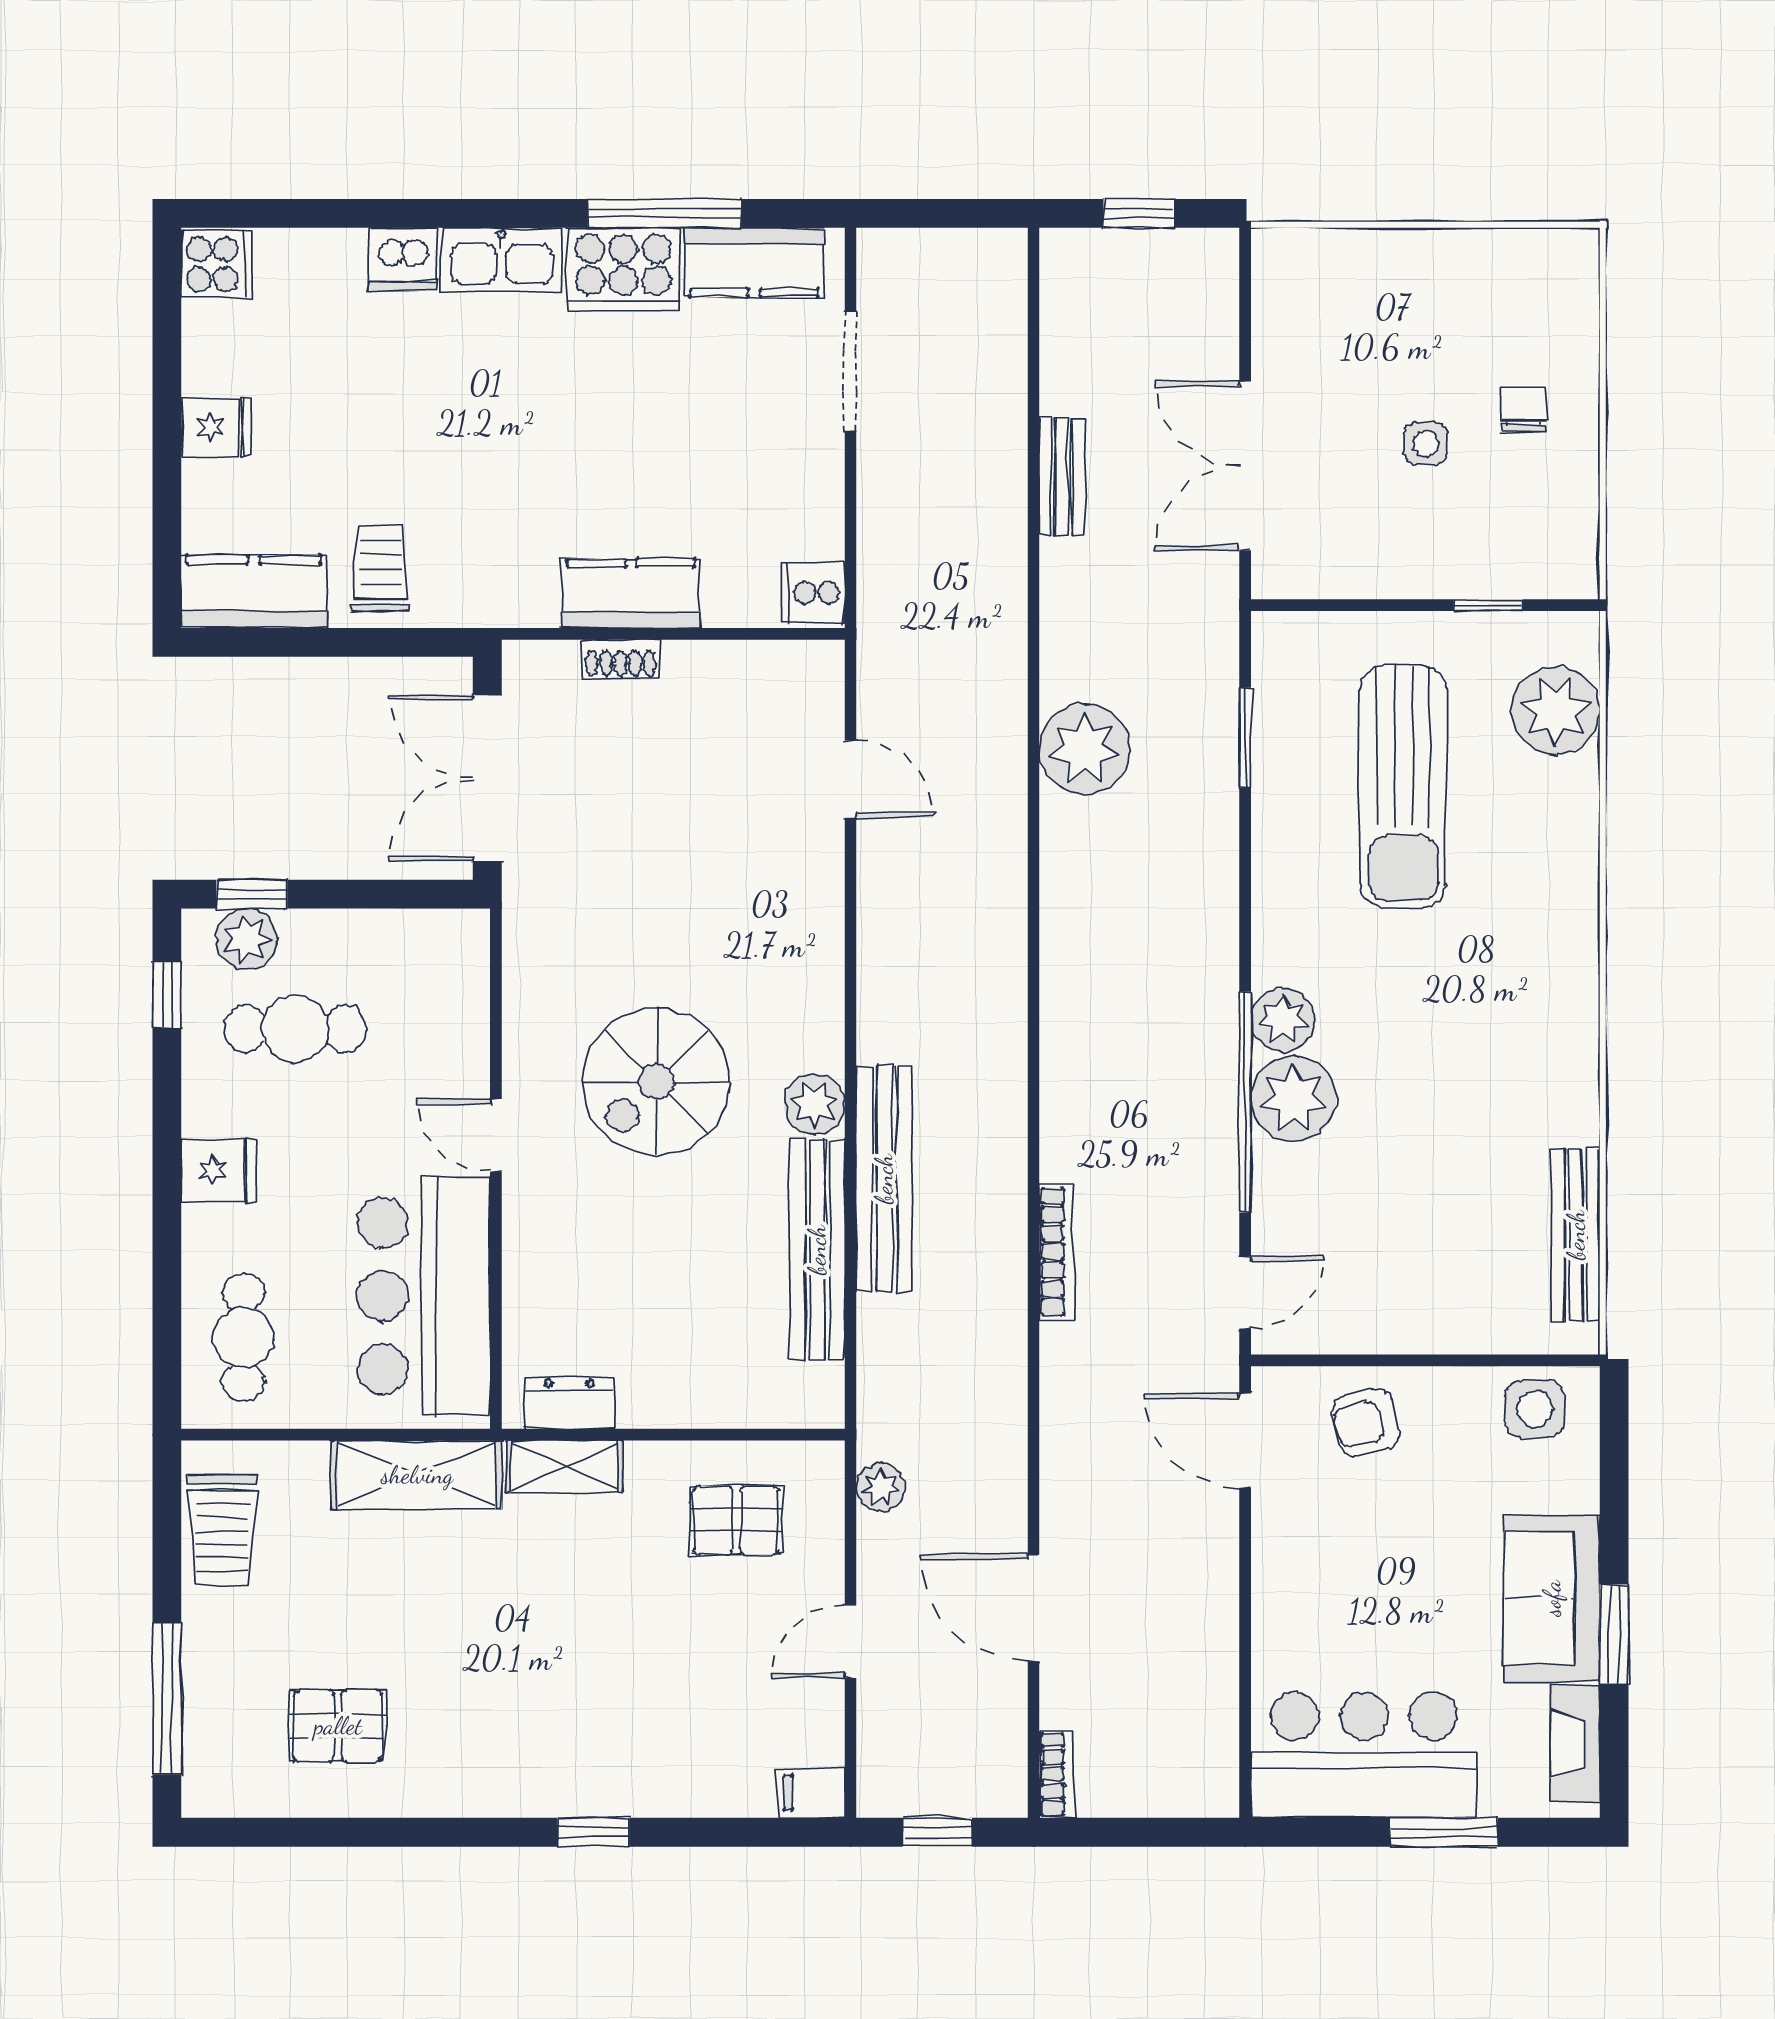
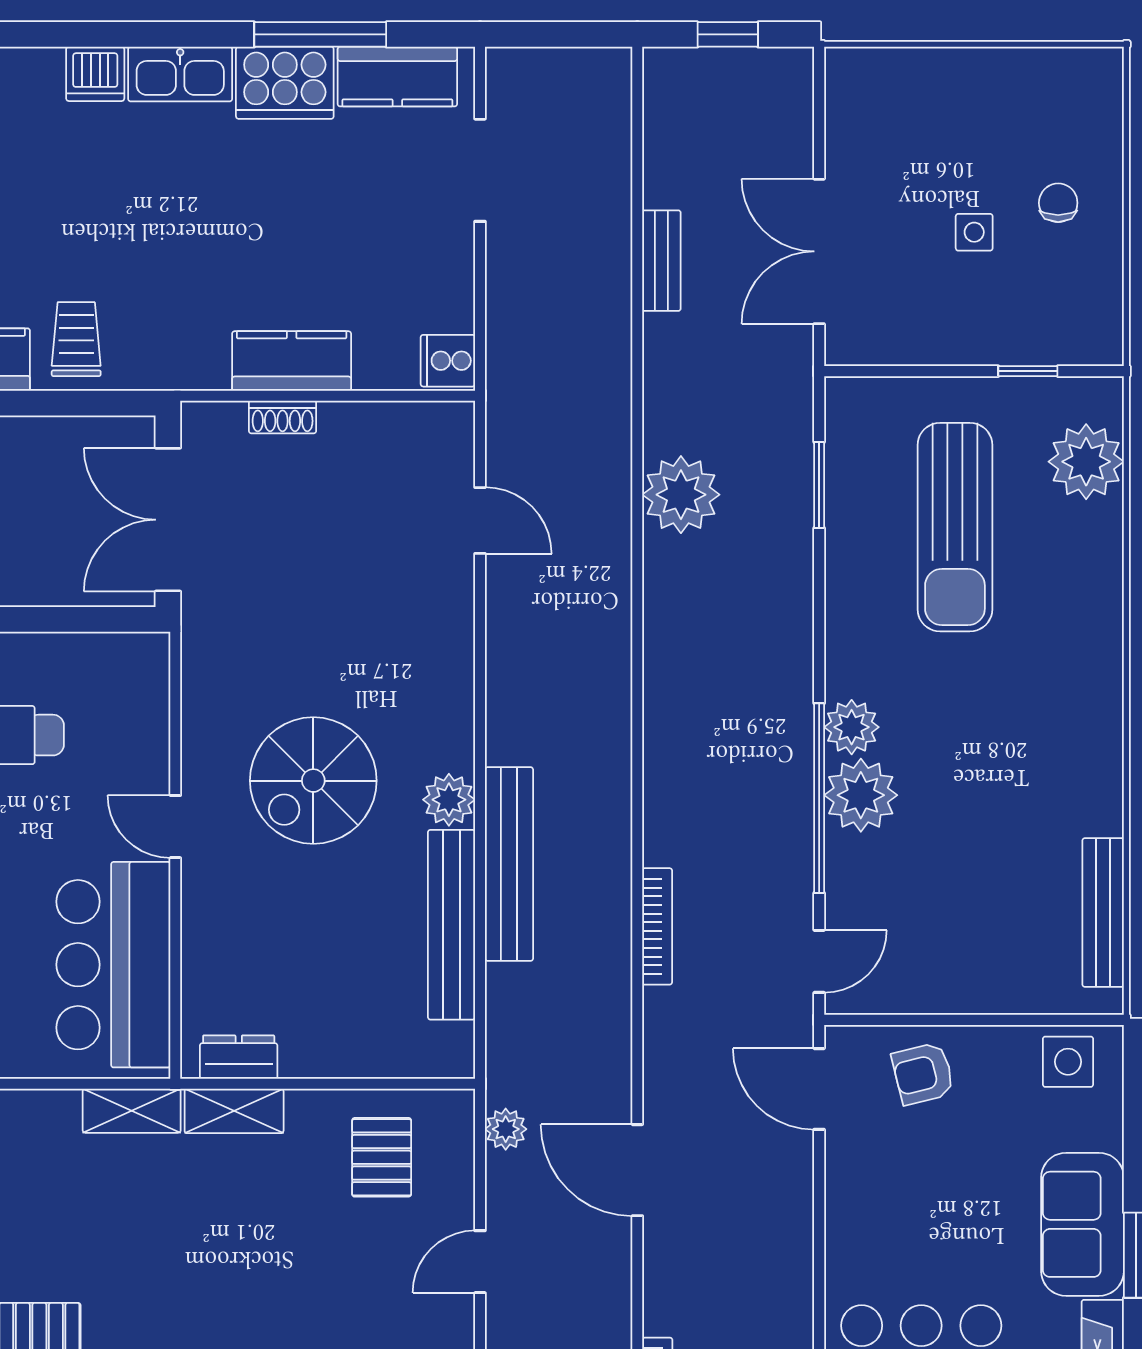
shelving: (417, 1475) -> (132, 1111), width x0.67, depth x0.75
pallet: (736, 1520) -> (382, 1157), turned 90
door: (1034, 1608) -> (637, 1170), moved

